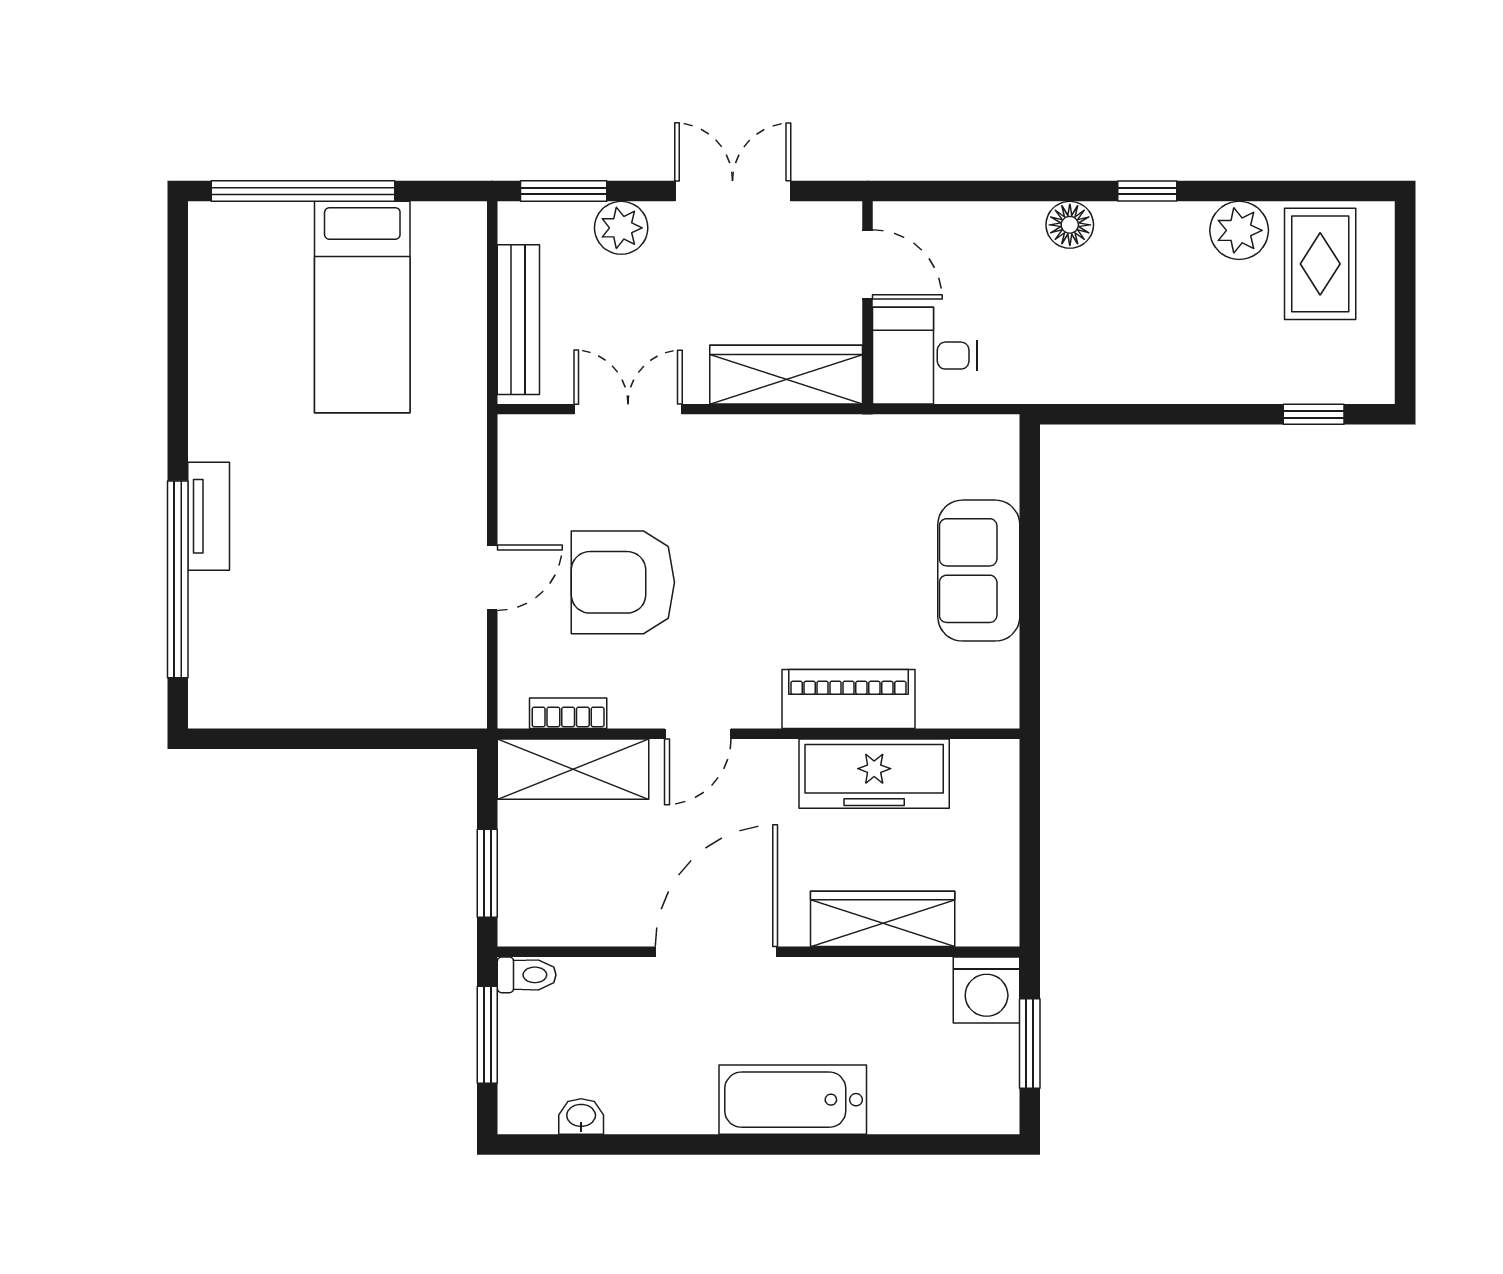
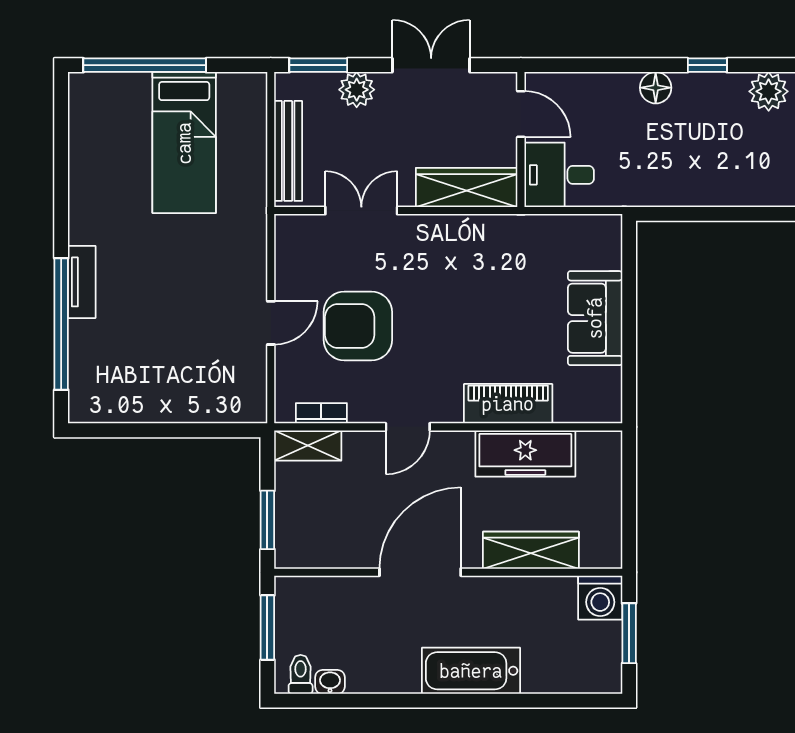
shelving: (573, 769) -> (308, 445), width x0.67, depth x0.75
toilet: (527, 975) -> (301, 674), moved, turned -90

